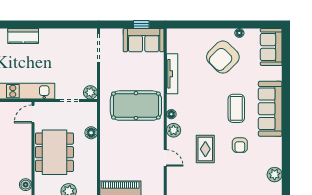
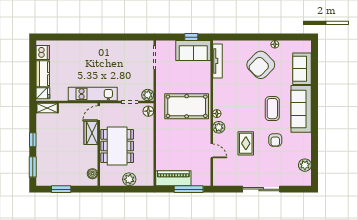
kitchen counter: (23, 36) -> (90, 47), removed
sofa: (271, 47) -> (302, 69), moved
tv unit: (172, 74) -> (217, 61), moved
floor lamp: (91, 133) -> (148, 111), moved
wardrobe: (24, 137) -> (91, 133), added

